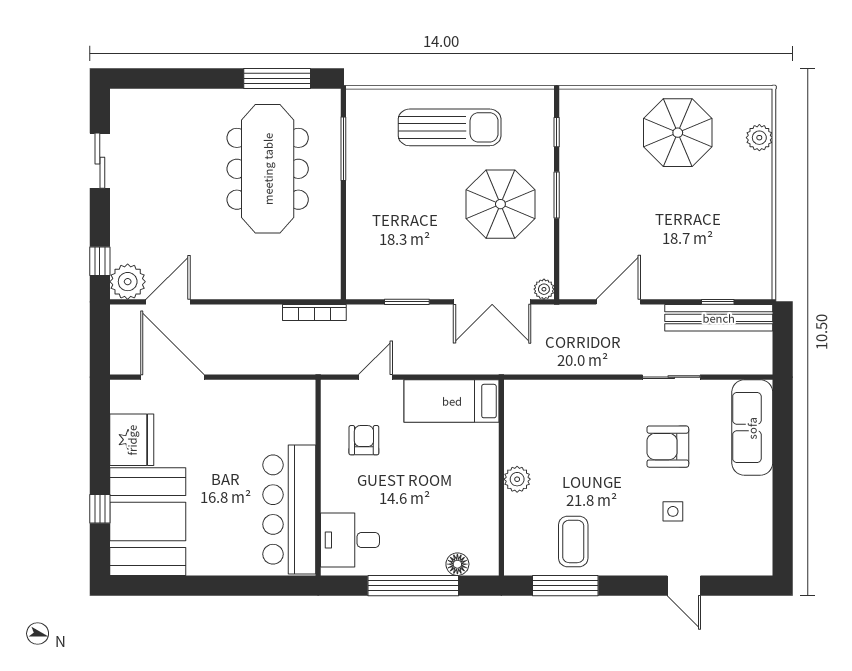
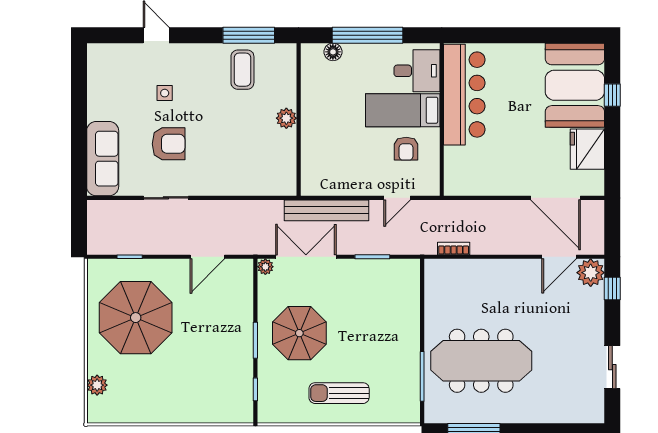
sun lounger: (450, 127) -> (339, 393), width x0.73, depth x0.75
parasol: (678, 133) -> (136, 318), moved, width x1.36, depth x1.36
meeting table: (268, 169) -> (481, 361), turned 90
bookcase: (314, 313) -> (454, 248), width x0.64
bench: (719, 318) -> (326, 210), moved
bed: (452, 401) -> (403, 110), moved, turned 180

